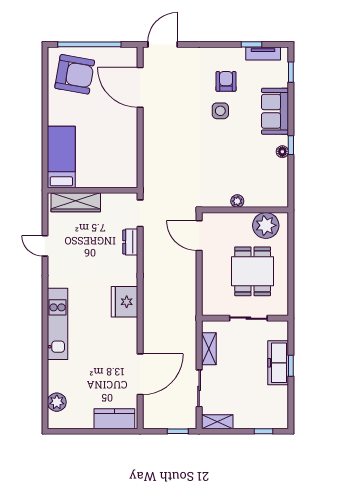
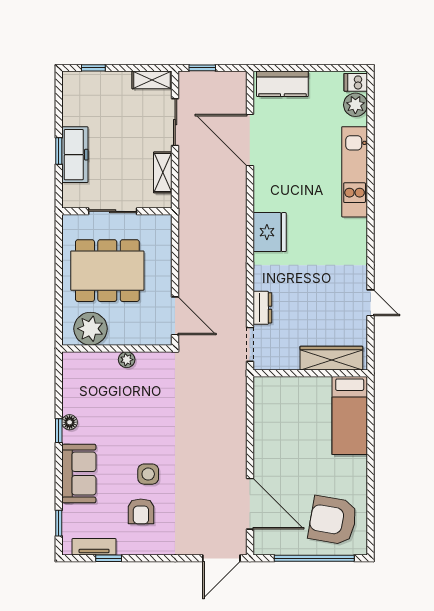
dining table: (253, 271) -> (107, 271), width x1.38
kitchen unit: (58, 324) -> (355, 172), moved
door: (140, 374) -> (250, 140), hinge flipped
dishwasher: (57, 420) -> (356, 82), added

